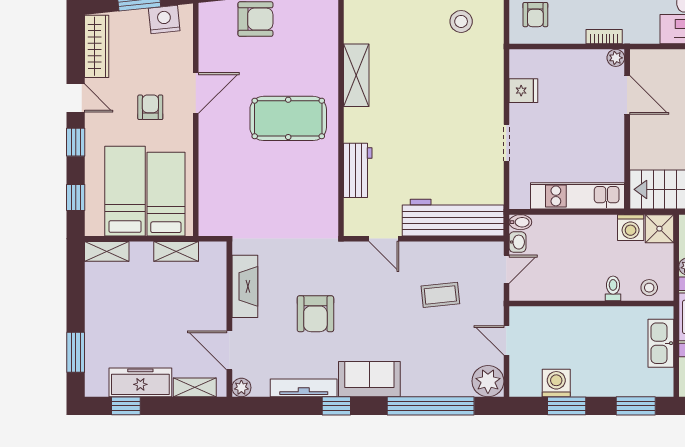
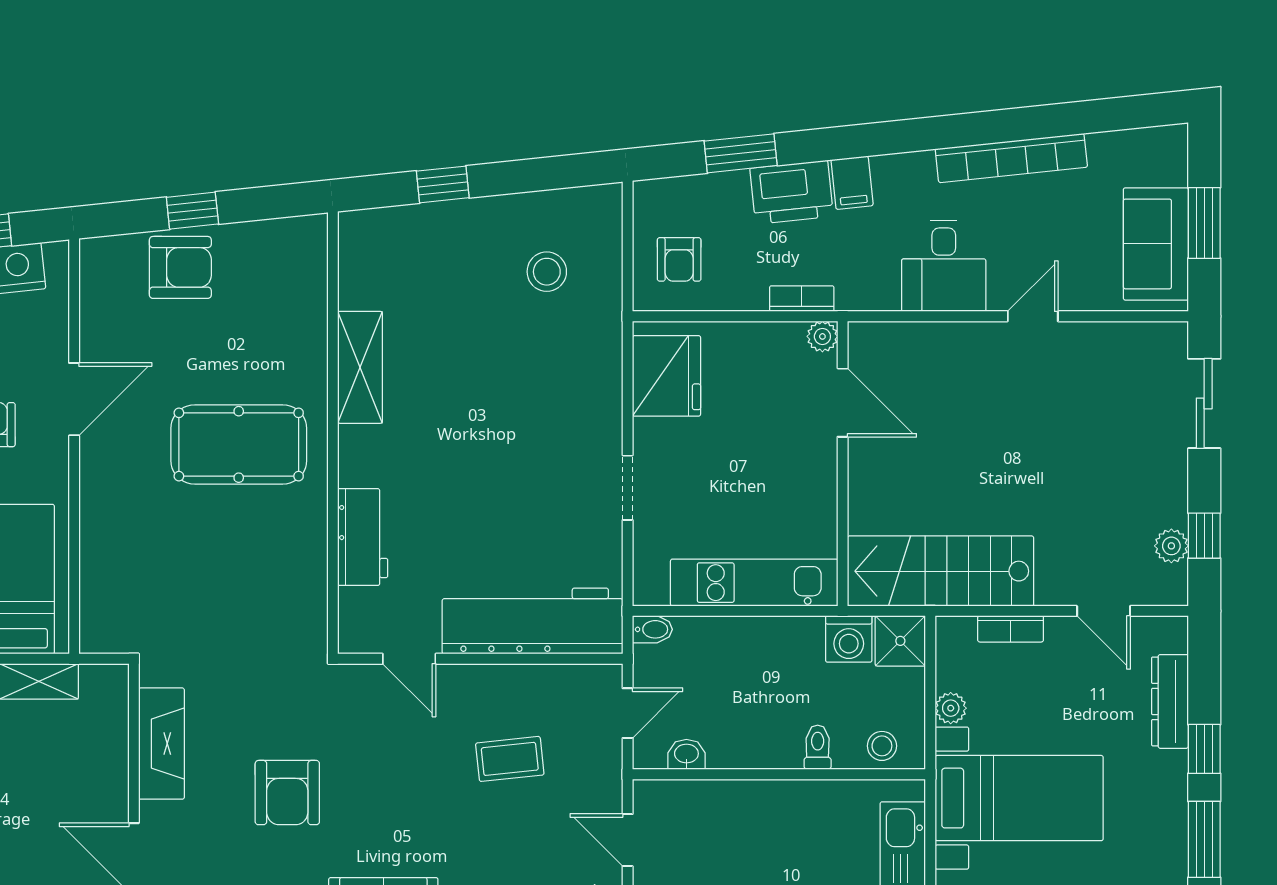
fridge: (523, 91) -> (666, 376), width x1.88, depth x1.34
washbasin: (518, 242) -> (686, 754), moved, turned -90

